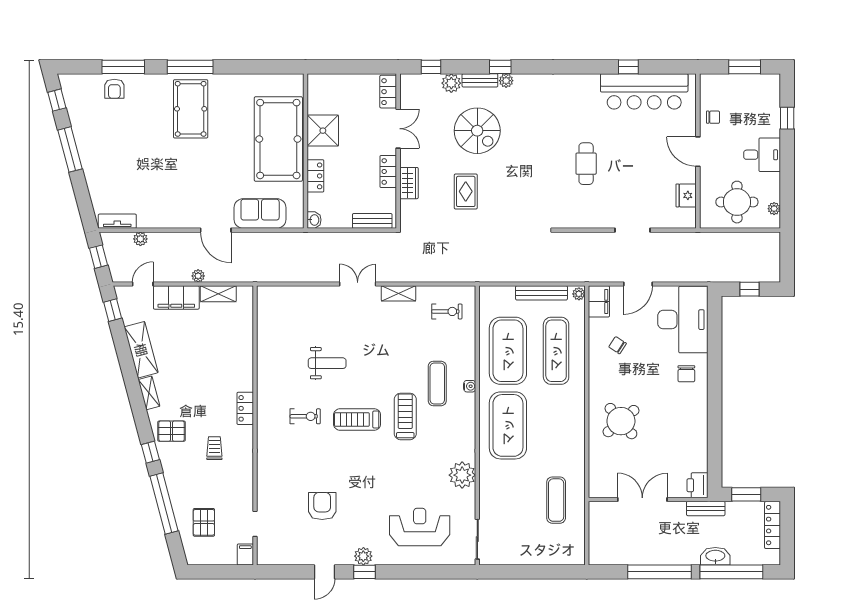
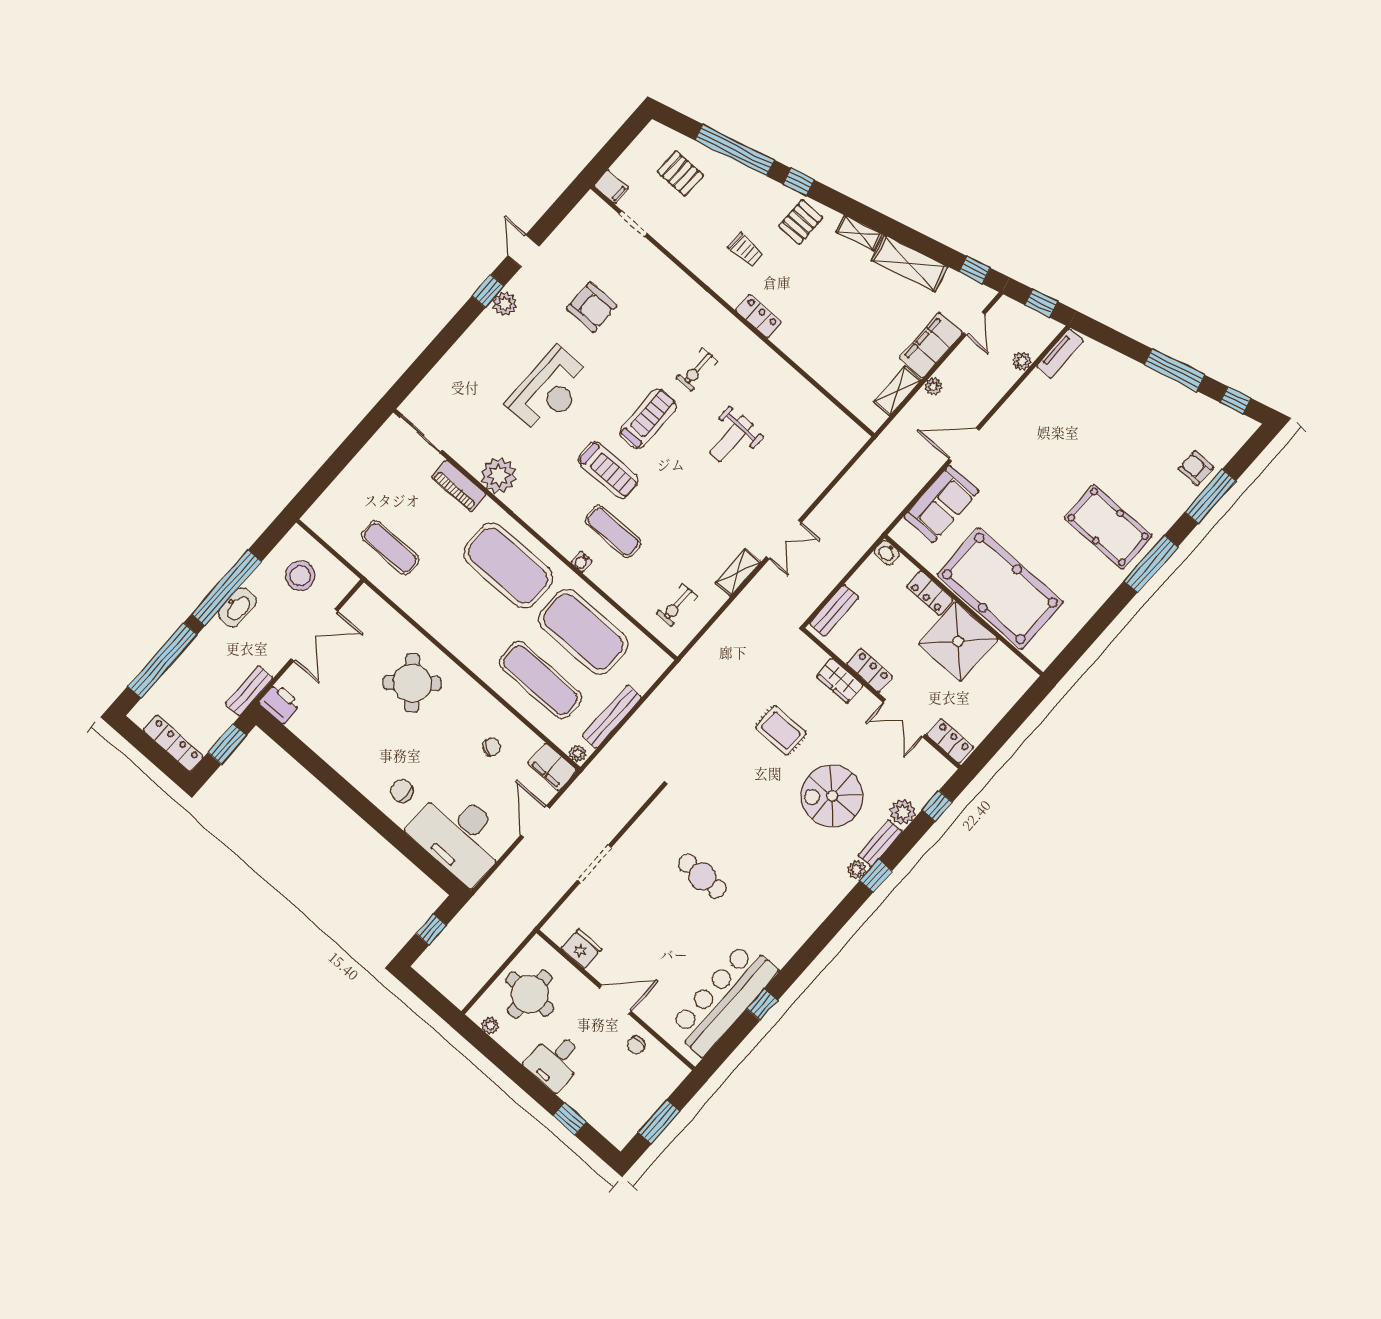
shower: (323, 131) -> (958, 641), width x1.37, depth x1.37
piano: (488, 492) -> (459, 486), added
reception desk: (420, 527) -> (549, 390), moved
stool: (616, 537) -> (300, 576), added
washbasin: (715, 556) -> (237, 607), moved

